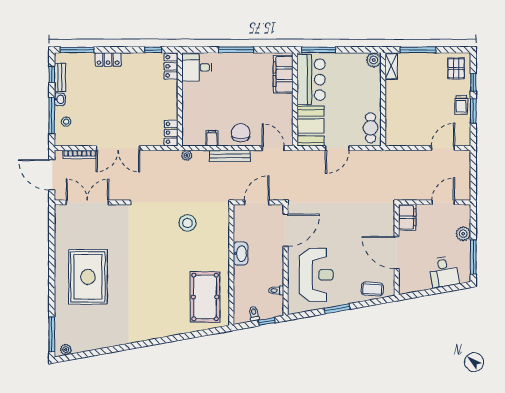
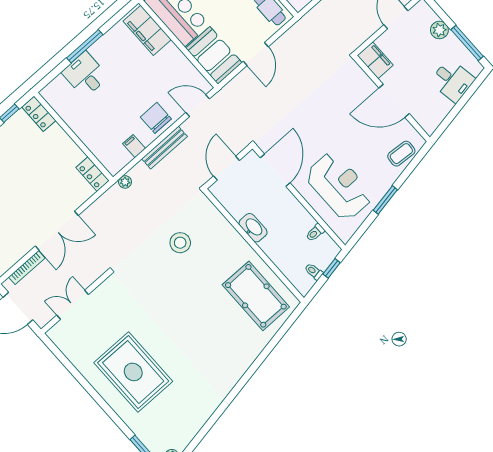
desk: (197, 67) -> (85, 75), moved, turned 90
double door: (87, 202) -> (73, 305), width x0.73

